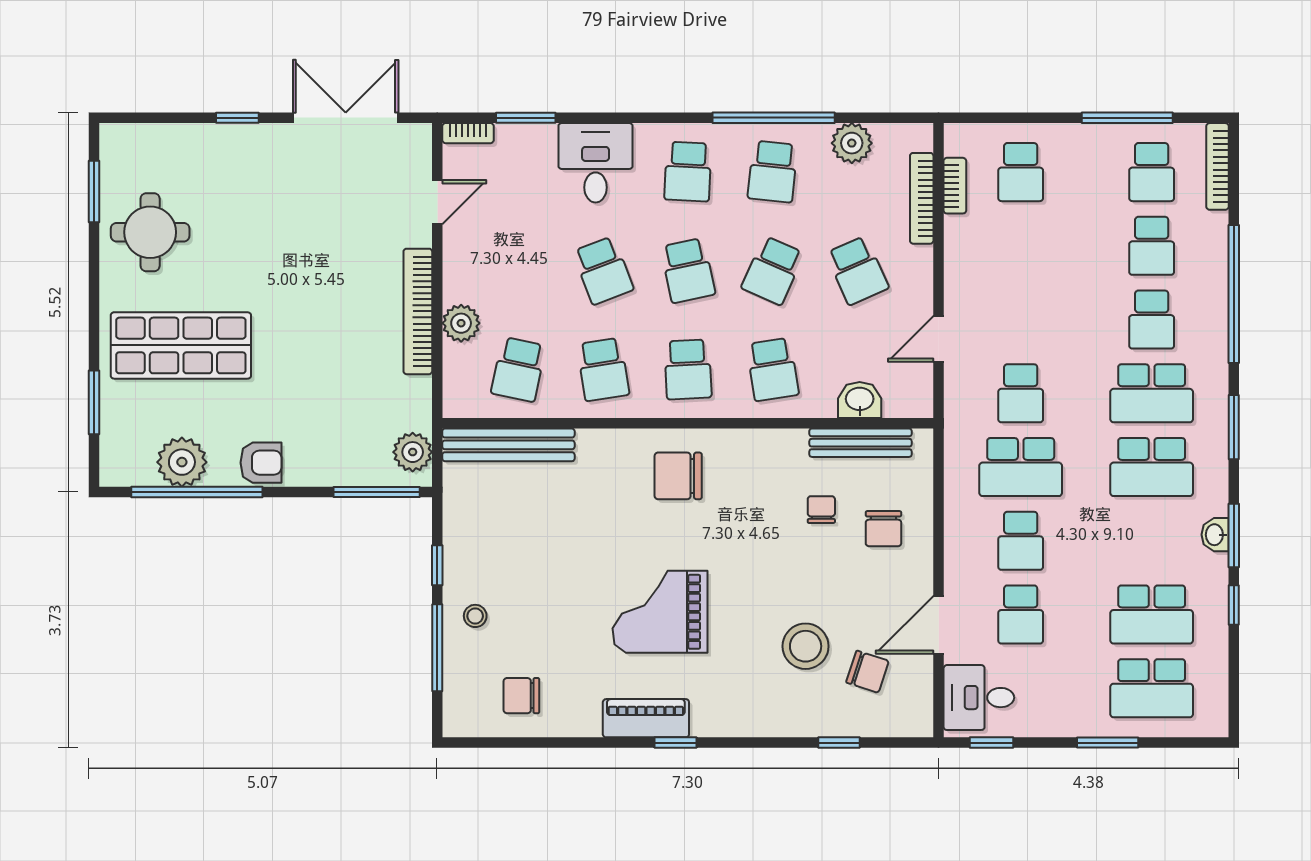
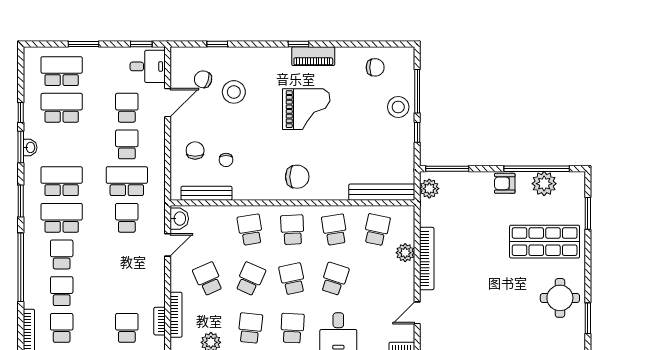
school desk: (603, 271) -> (335, 279), turned 39
washbasin: (860, 400) -> (179, 219), moved, turned -90
stool: (475, 616) -> (398, 107), width x1.89, depth x1.89

